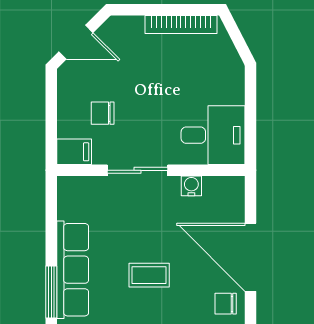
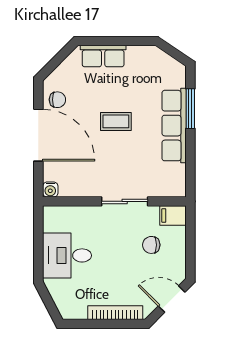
bookcase: (181, 24) -> (115, 313), moved
chair: (103, 113) -> (151, 245), turned 180
desk: (213, 135) -> (67, 255), moved
water cooler: (191, 186) -> (50, 190), moved

